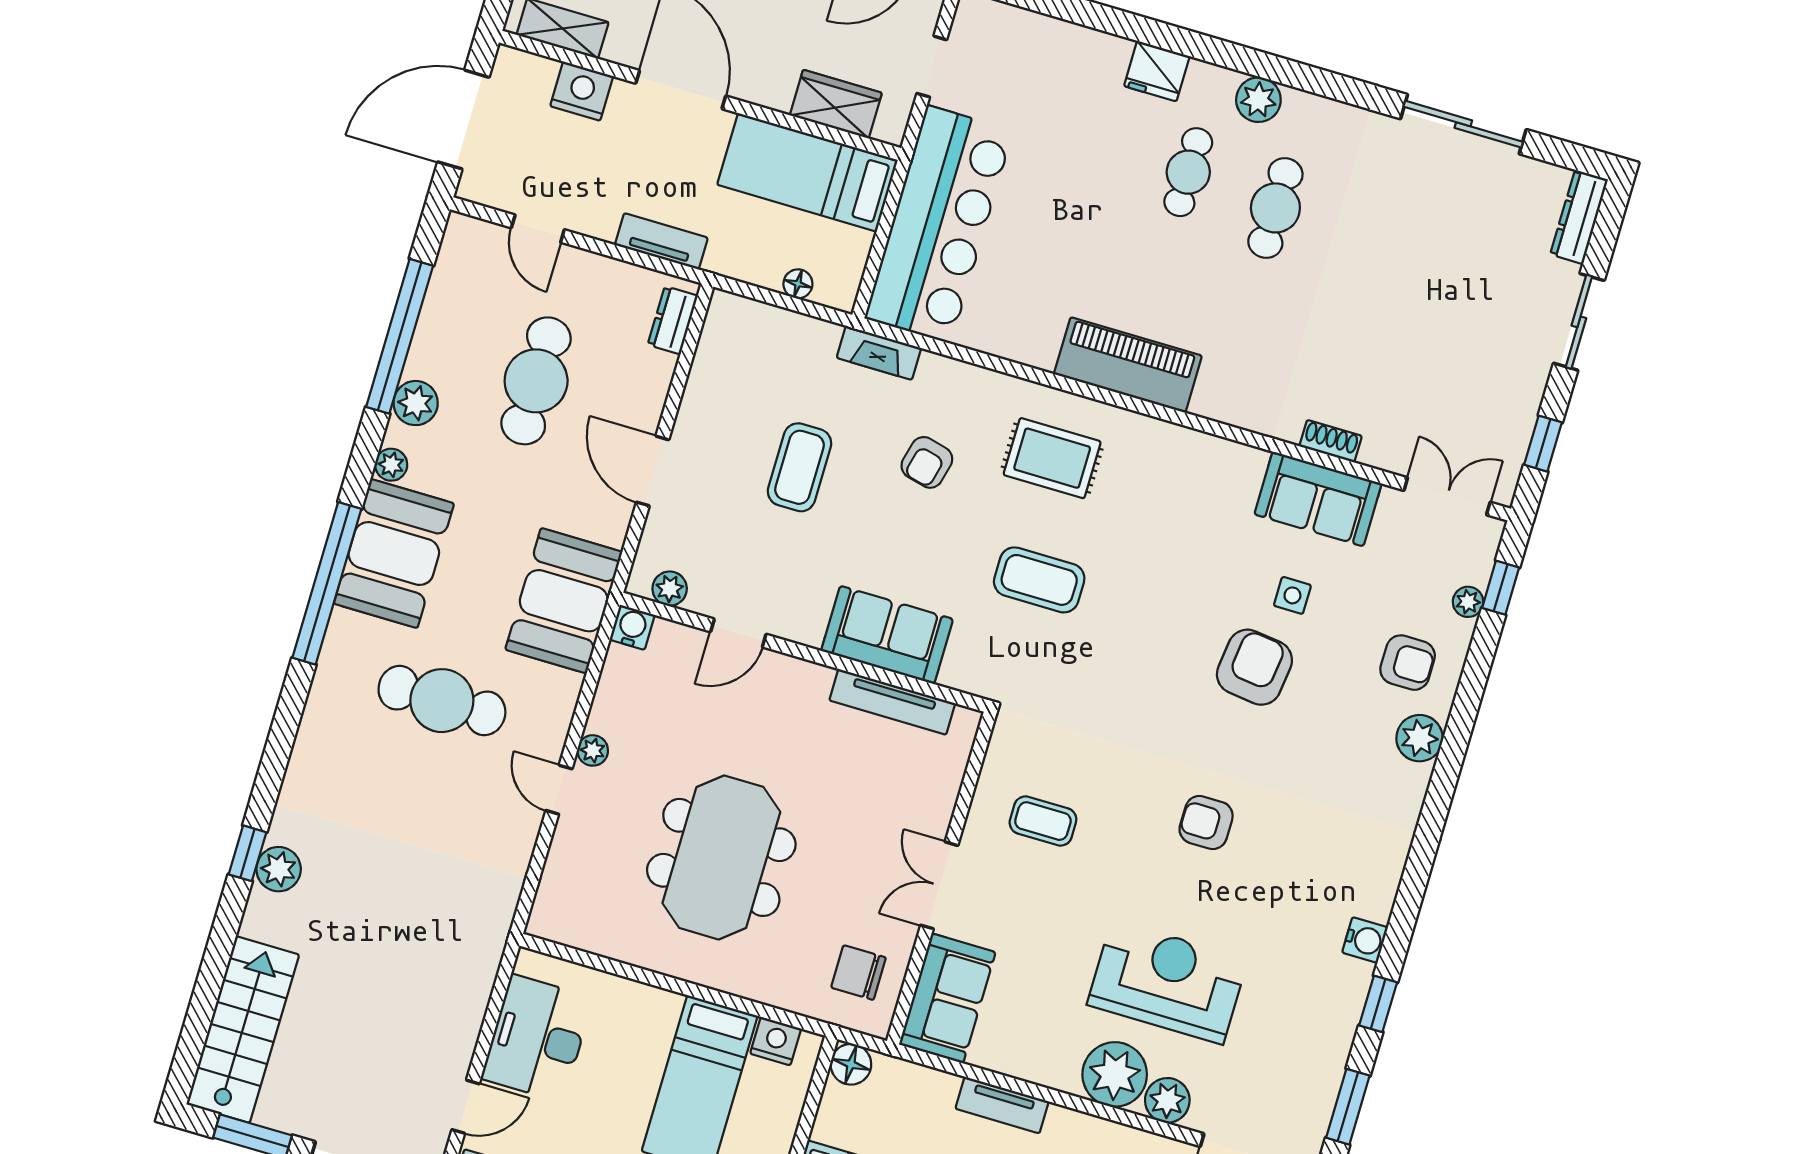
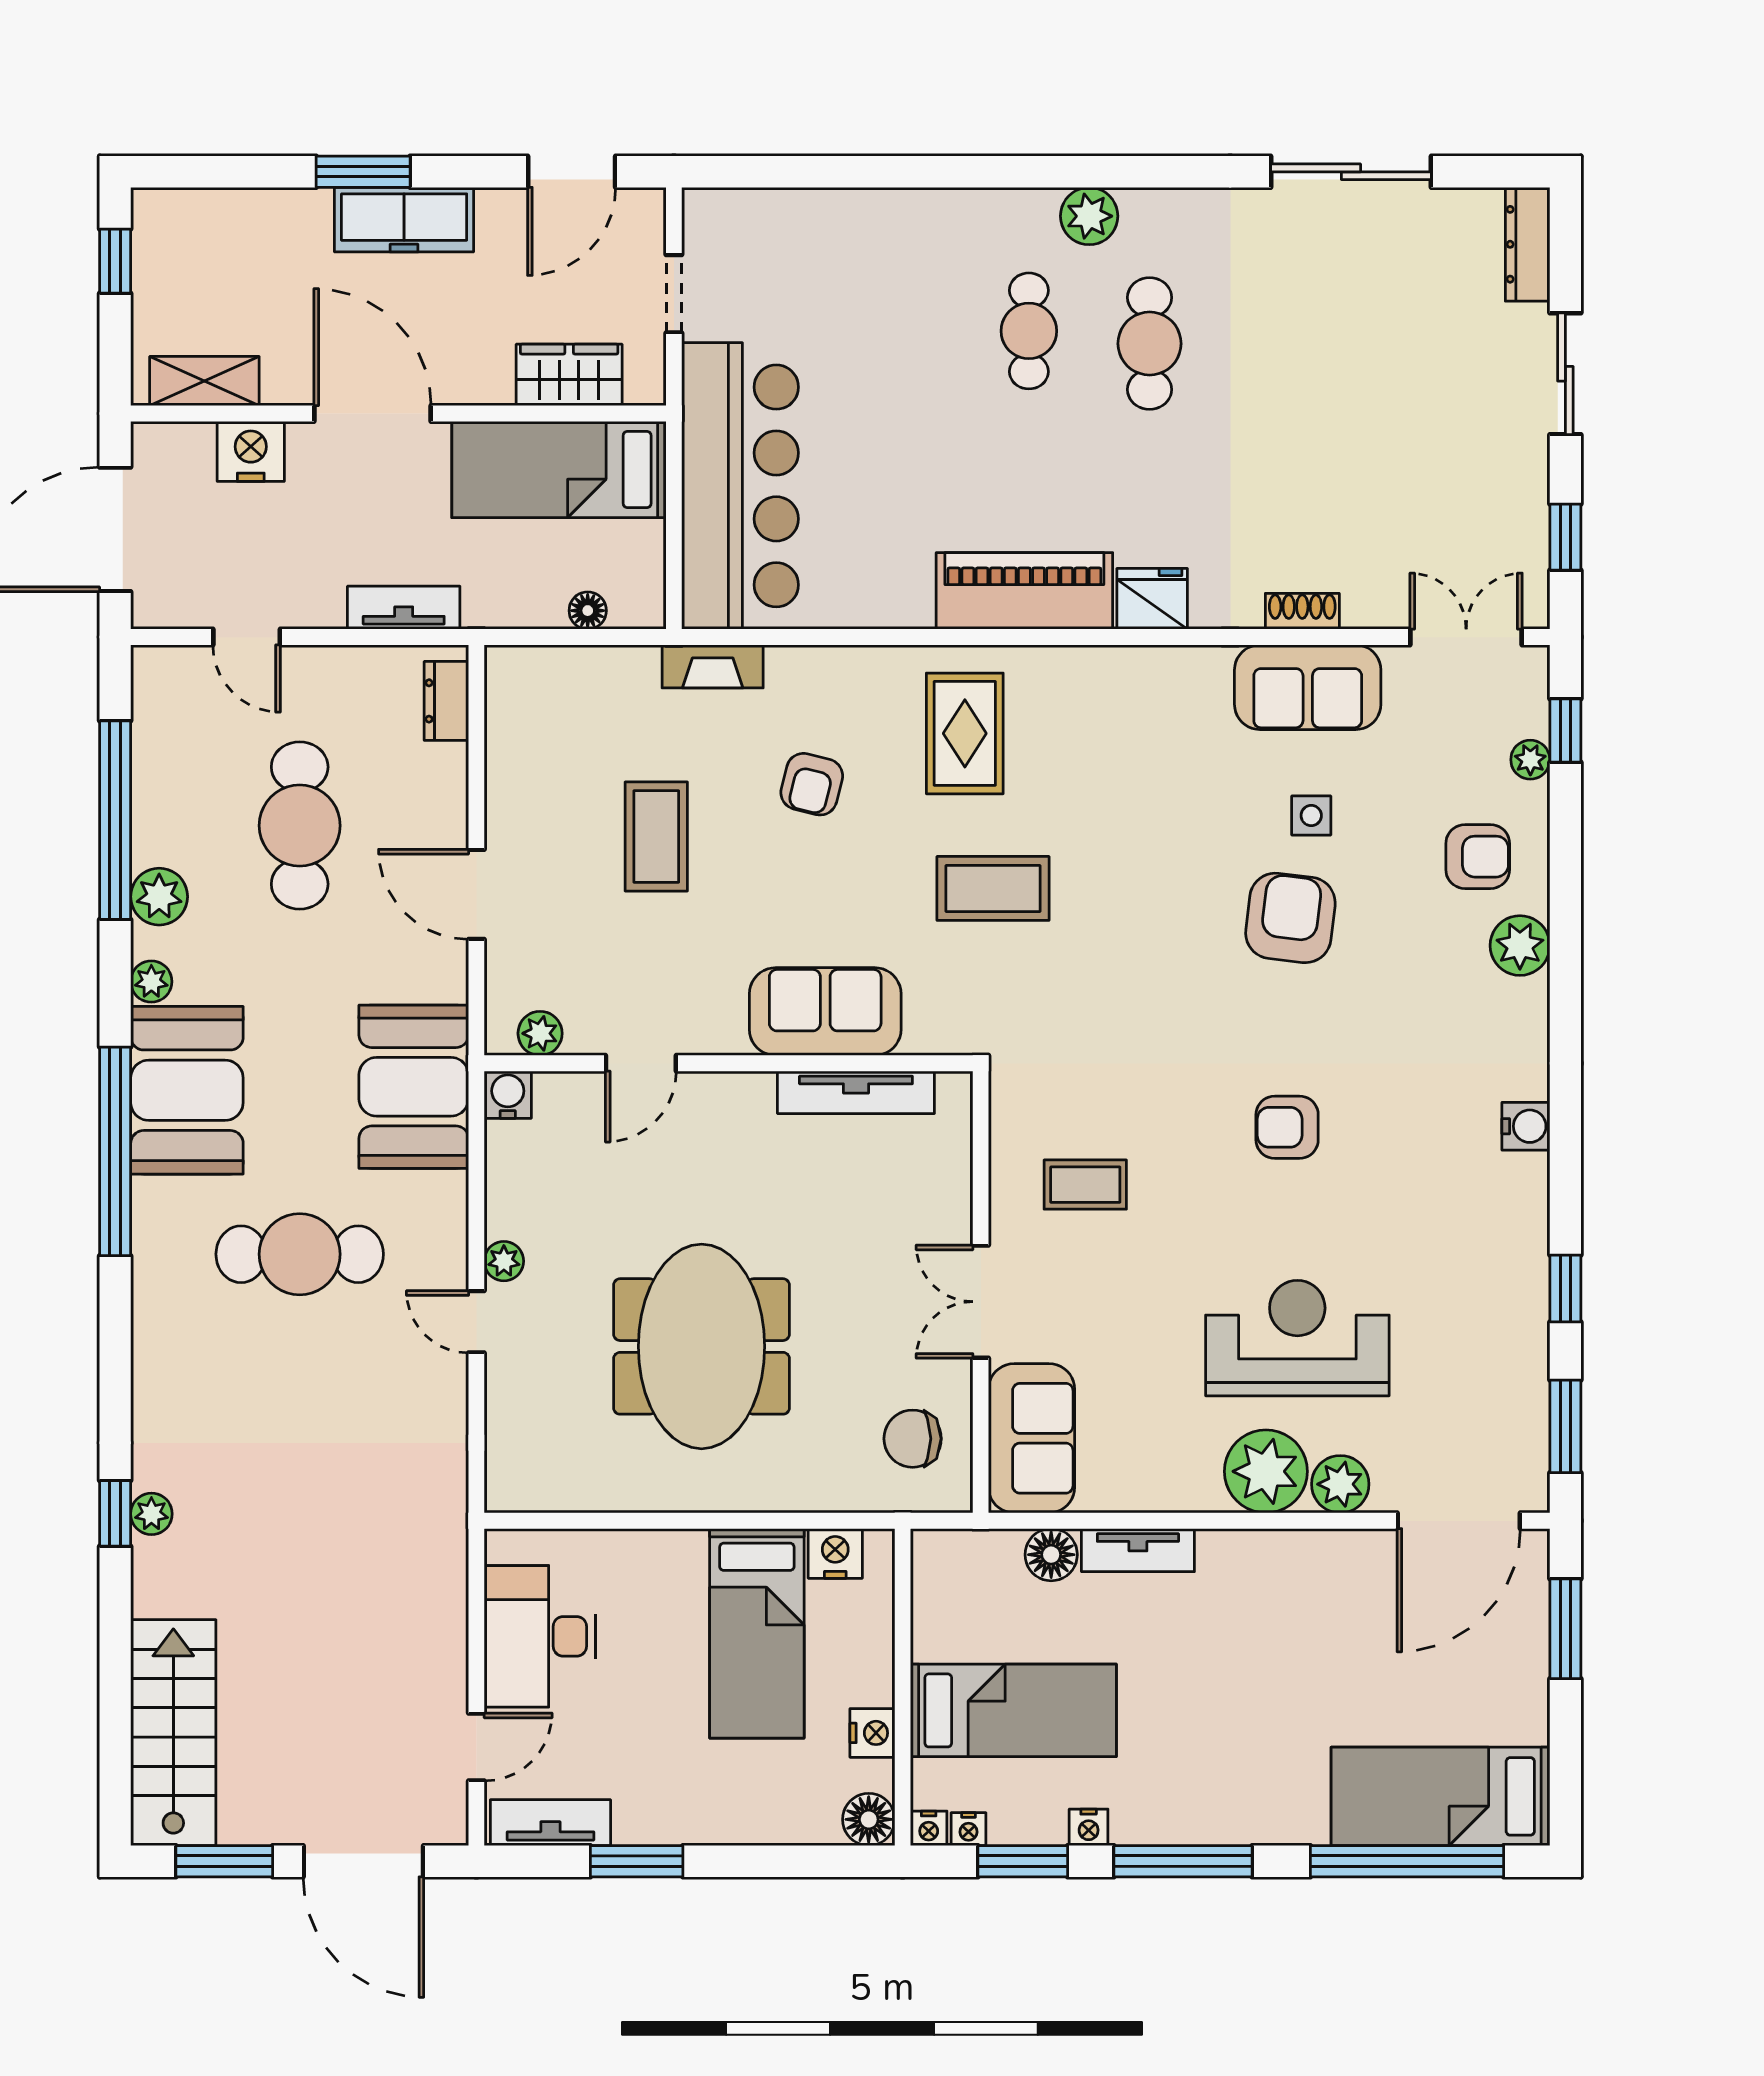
fridge: (1157, 71) -> (1152, 599), moved, turned 180
rug: (1052, 458) -> (965, 733), turned 90
plant: (279, 869) -> (151, 1514), width x0.73, depth x0.73
water cooler: (1365, 940) -> (1526, 1126), moved
floor lamp: (851, 1064) -> (1051, 1555), moved

